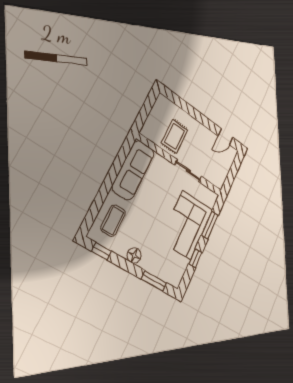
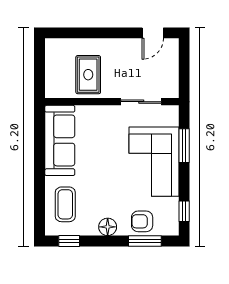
sliding door: (188, 171) -> (141, 102), moved
window: (195, 258) -> (184, 211), moved
armchair: (159, 265) -> (142, 221), added

